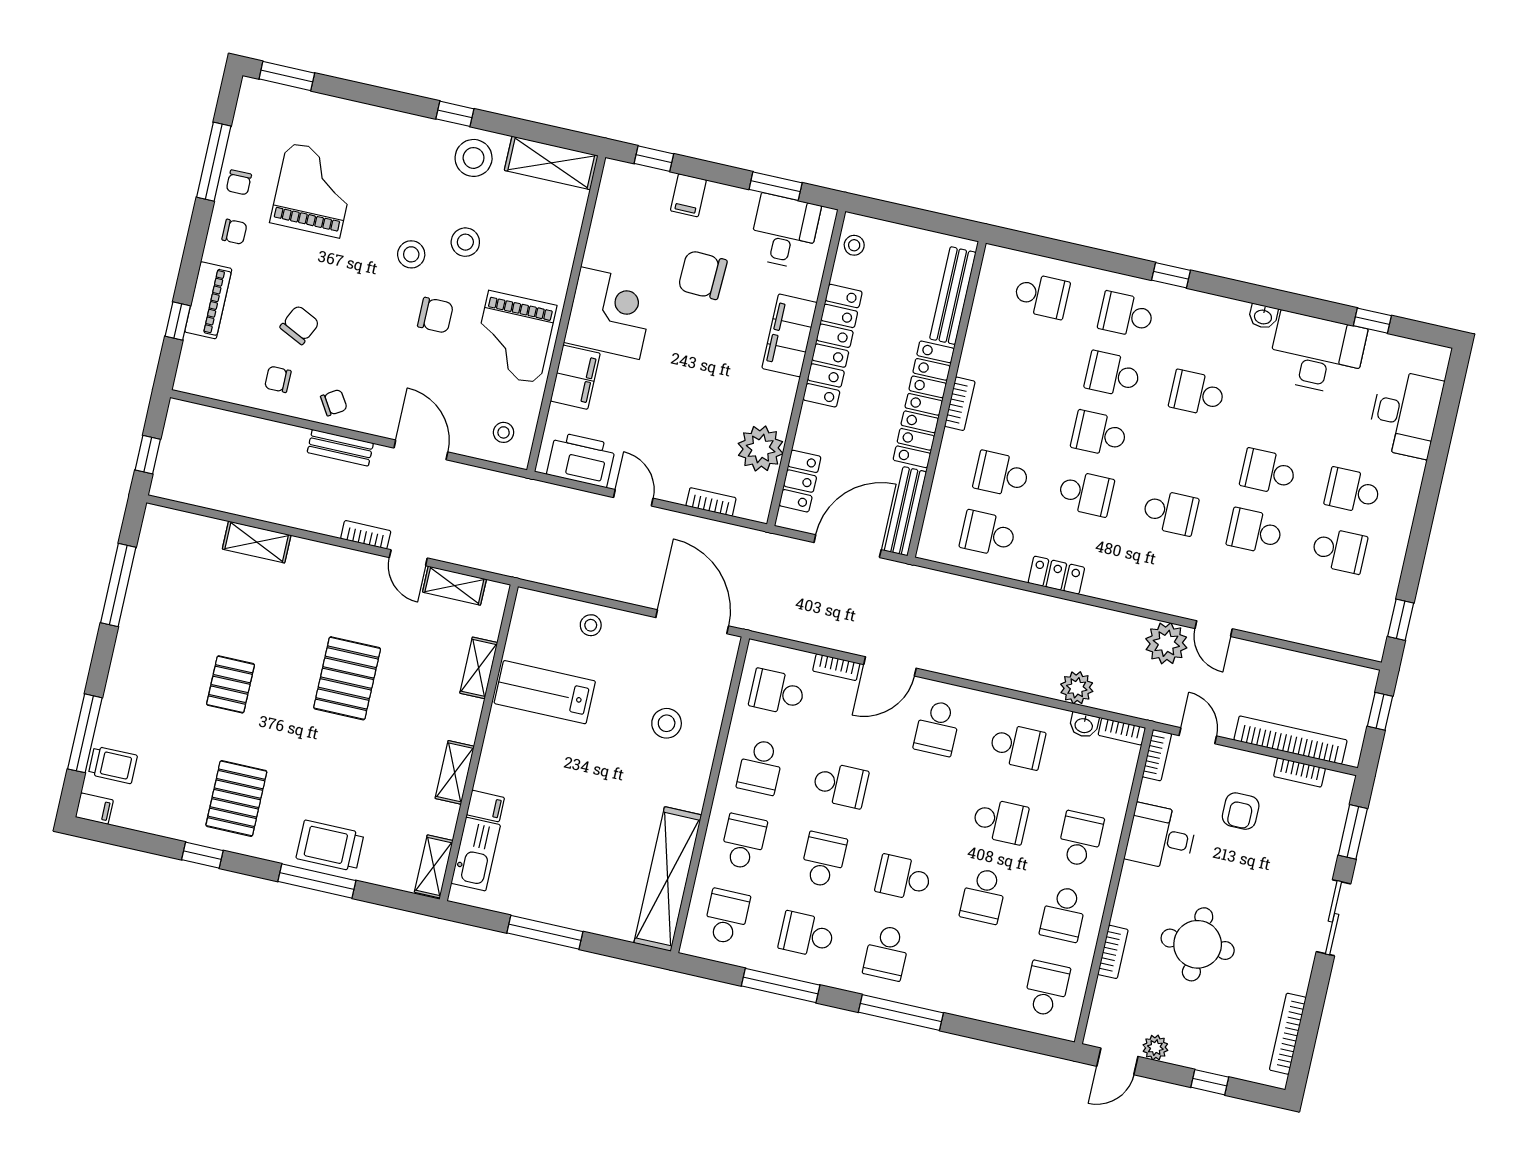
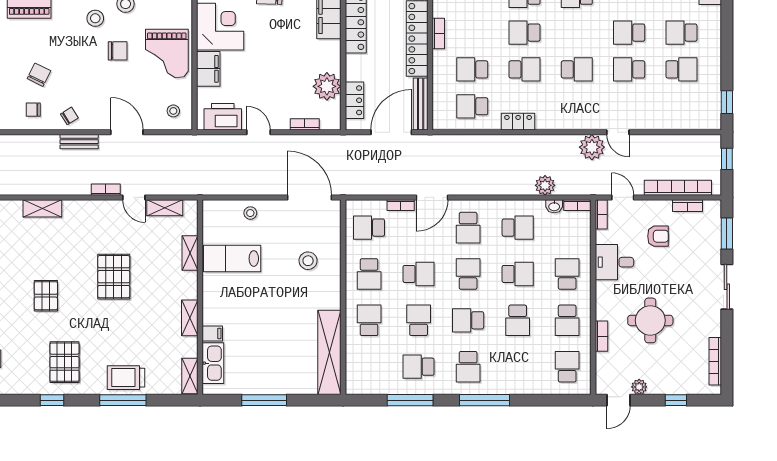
armchair: (1241, 811) -> (658, 236), turned -90
school desk: (727, 917) -> (468, 274), moved

